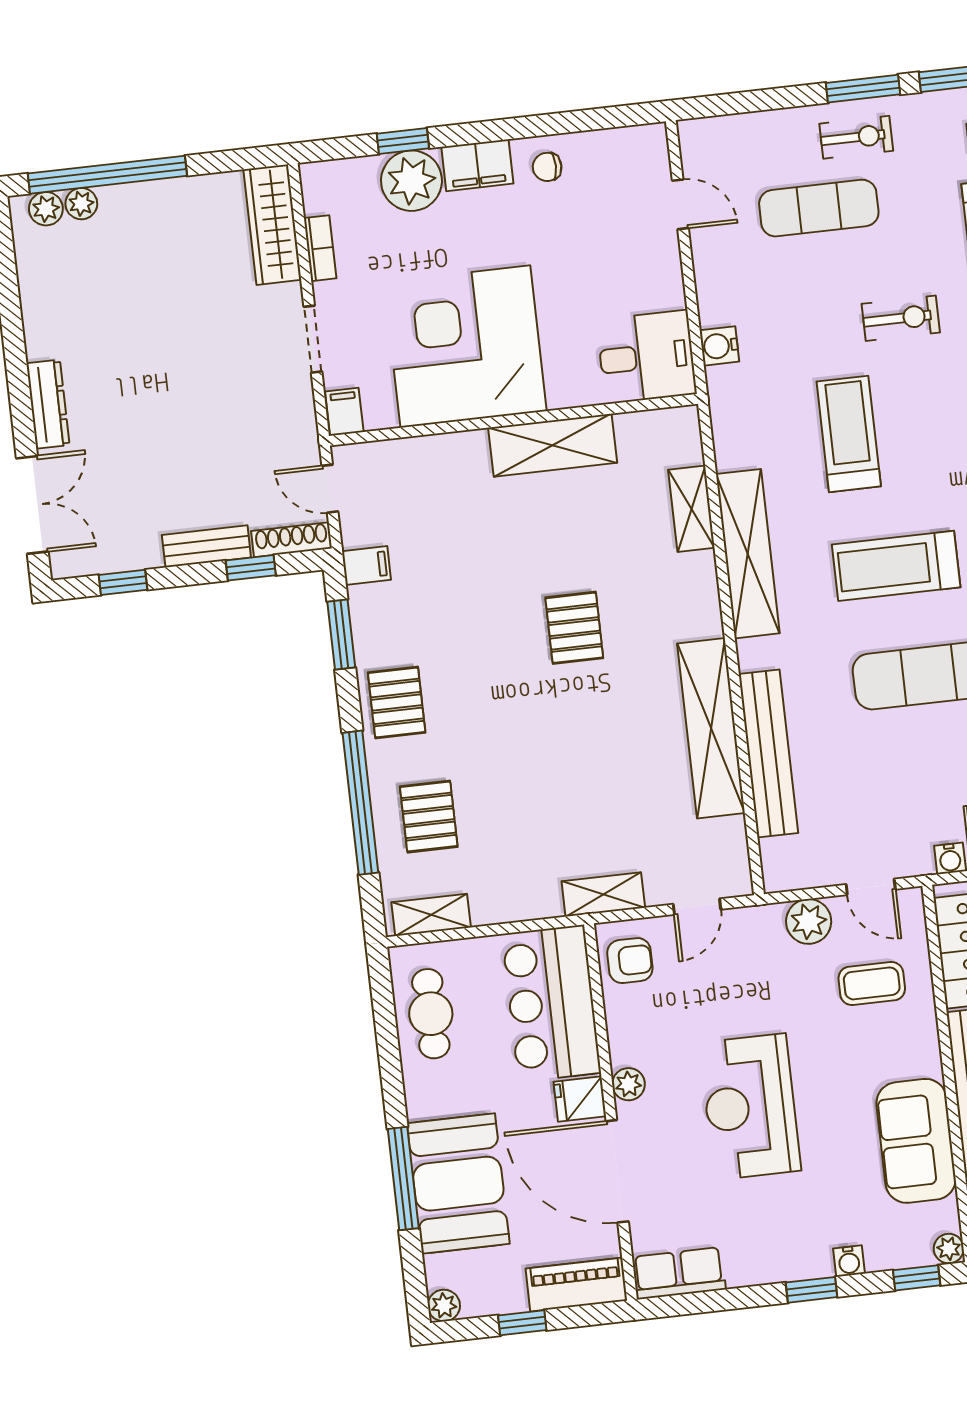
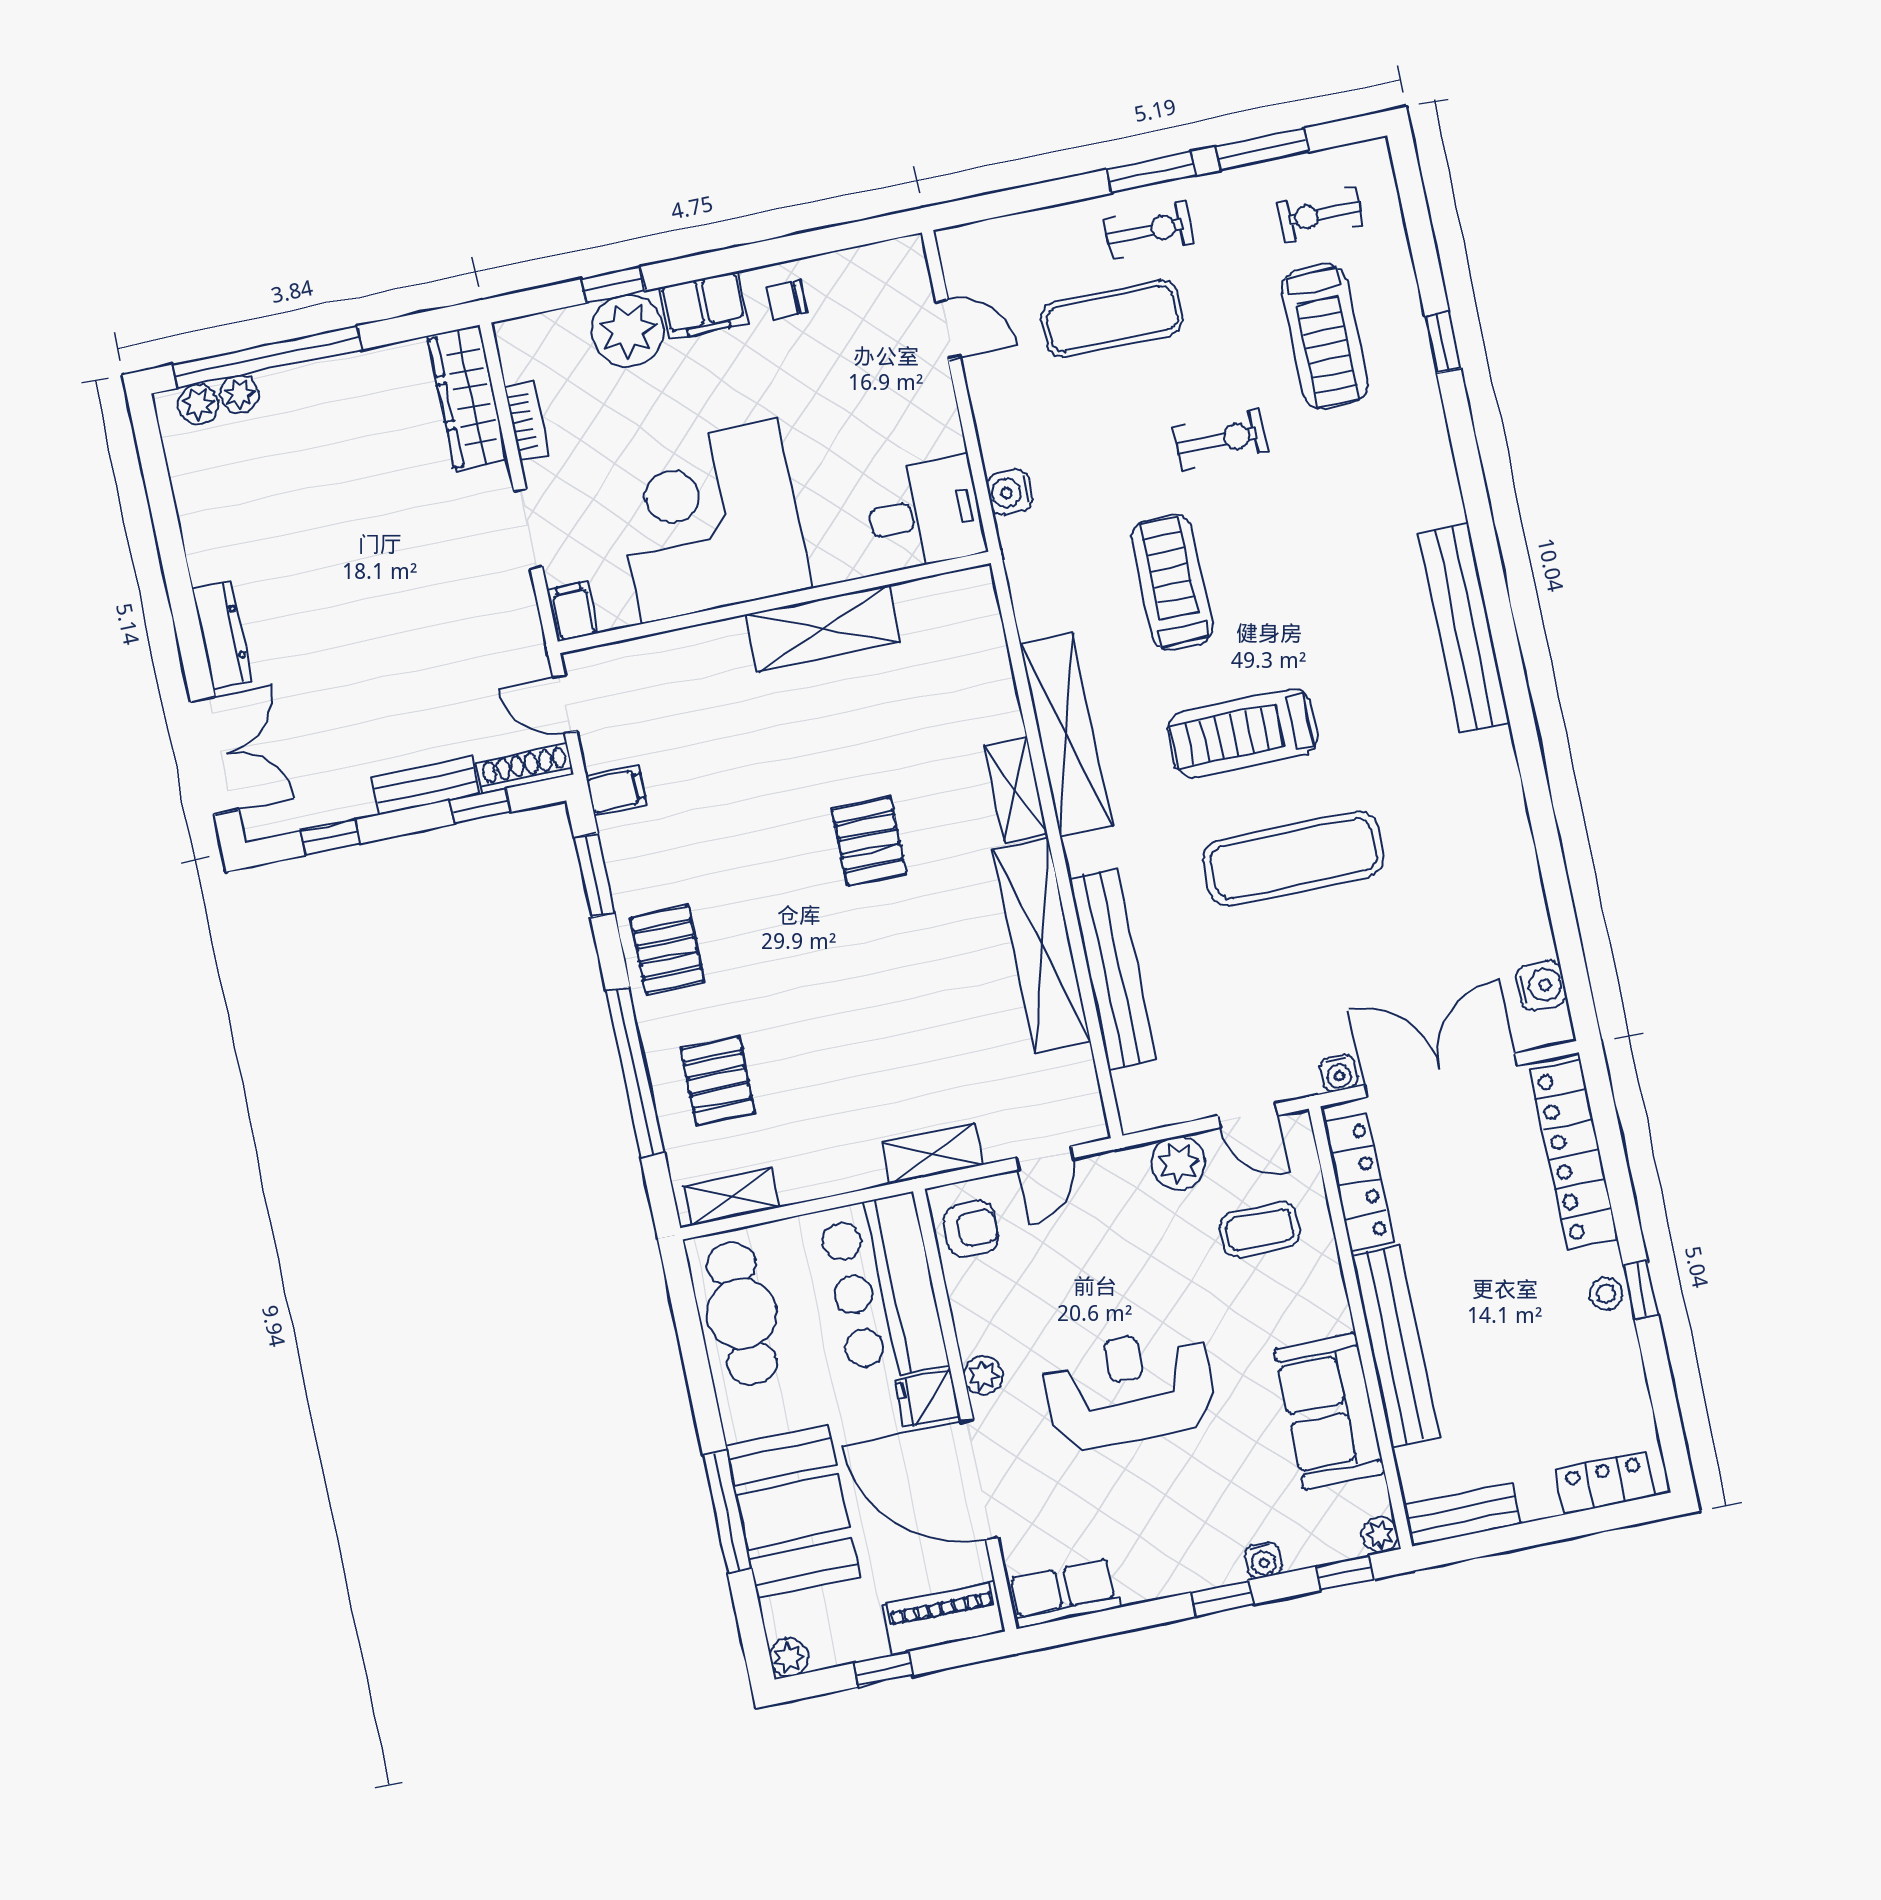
shelving: (691, 509) -> (1016, 790), moved
cafe table: (431, 1014) -> (742, 1314), width x1.37, depth x1.35
reception desk: (750, 1107) -> (1129, 1389), turned 90

